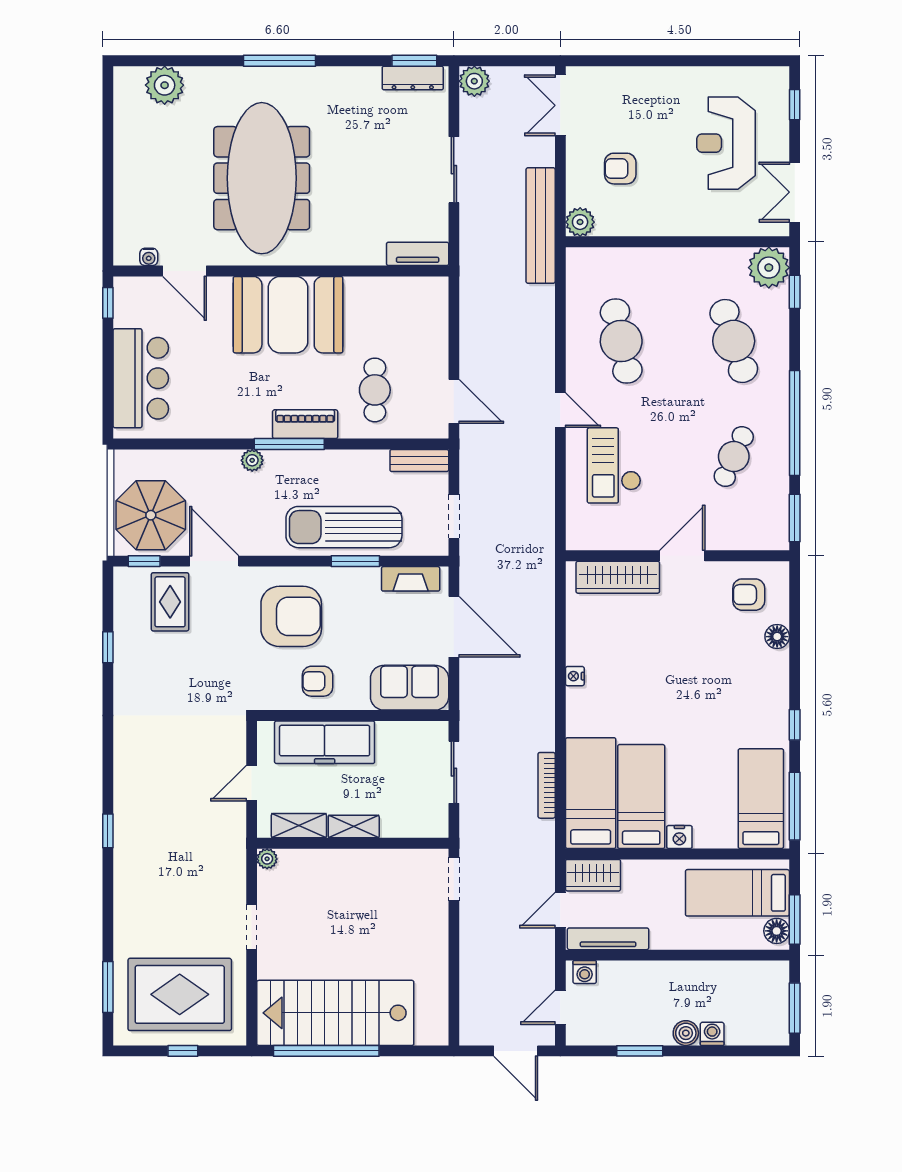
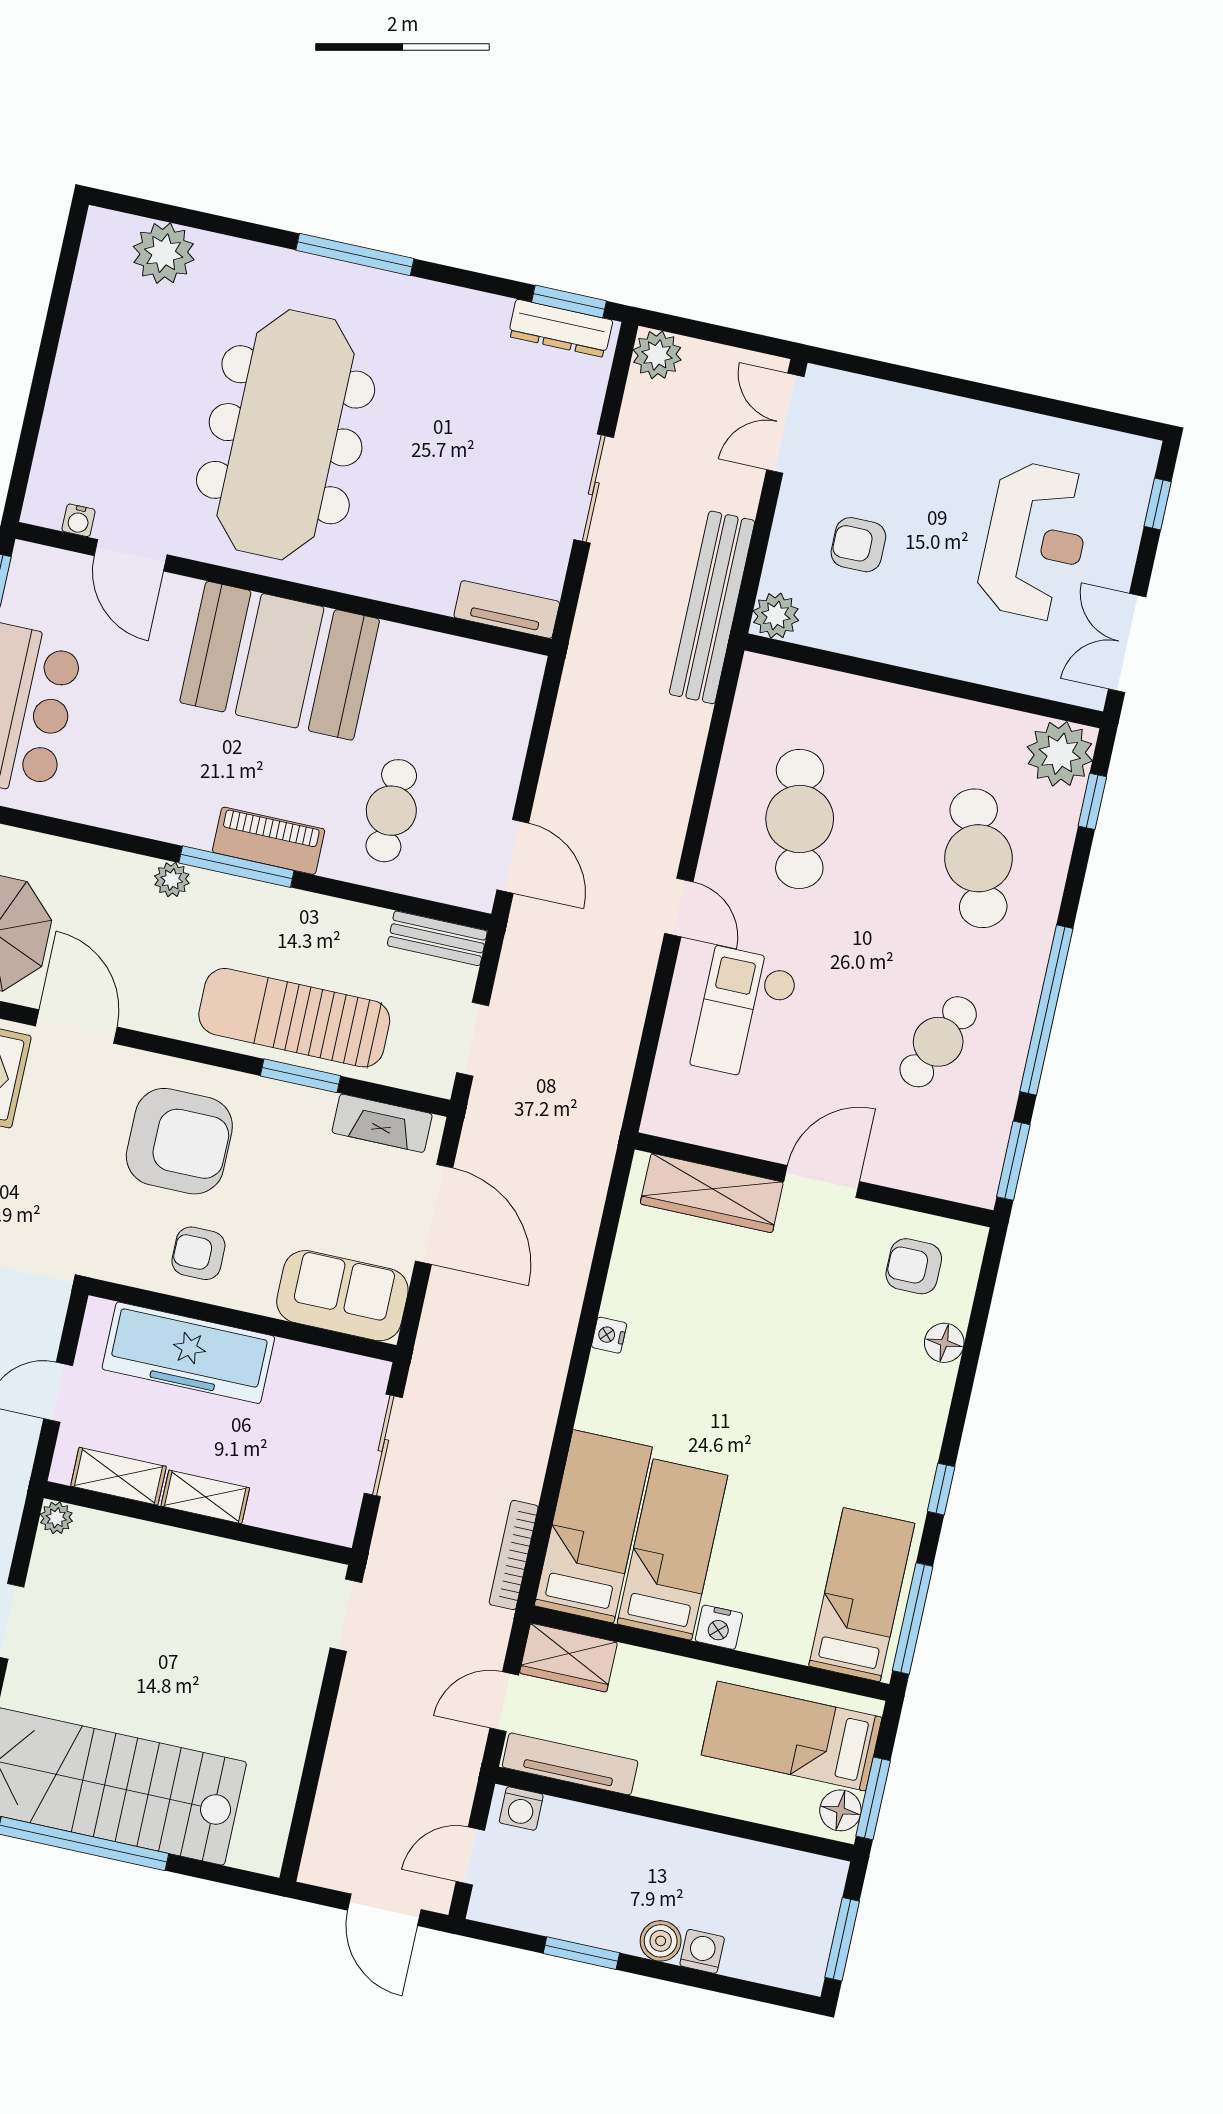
reception desk: (726, 143) -> (1035, 541), turned 180
bookcase: (547, 785) -> (514, 1555), moved

